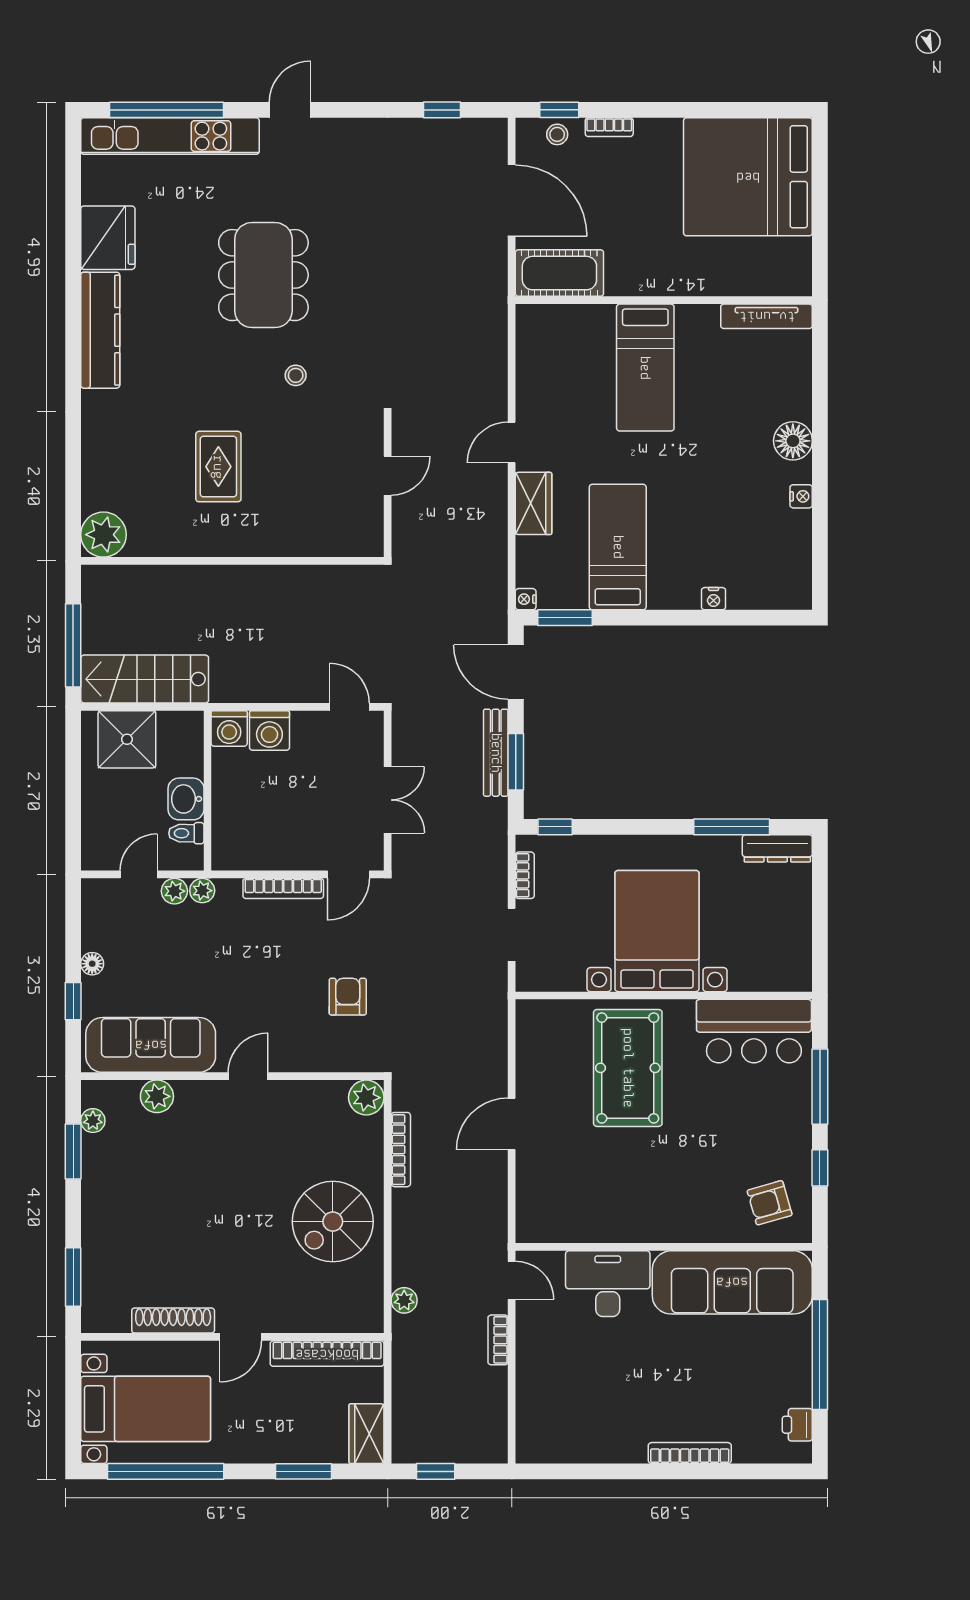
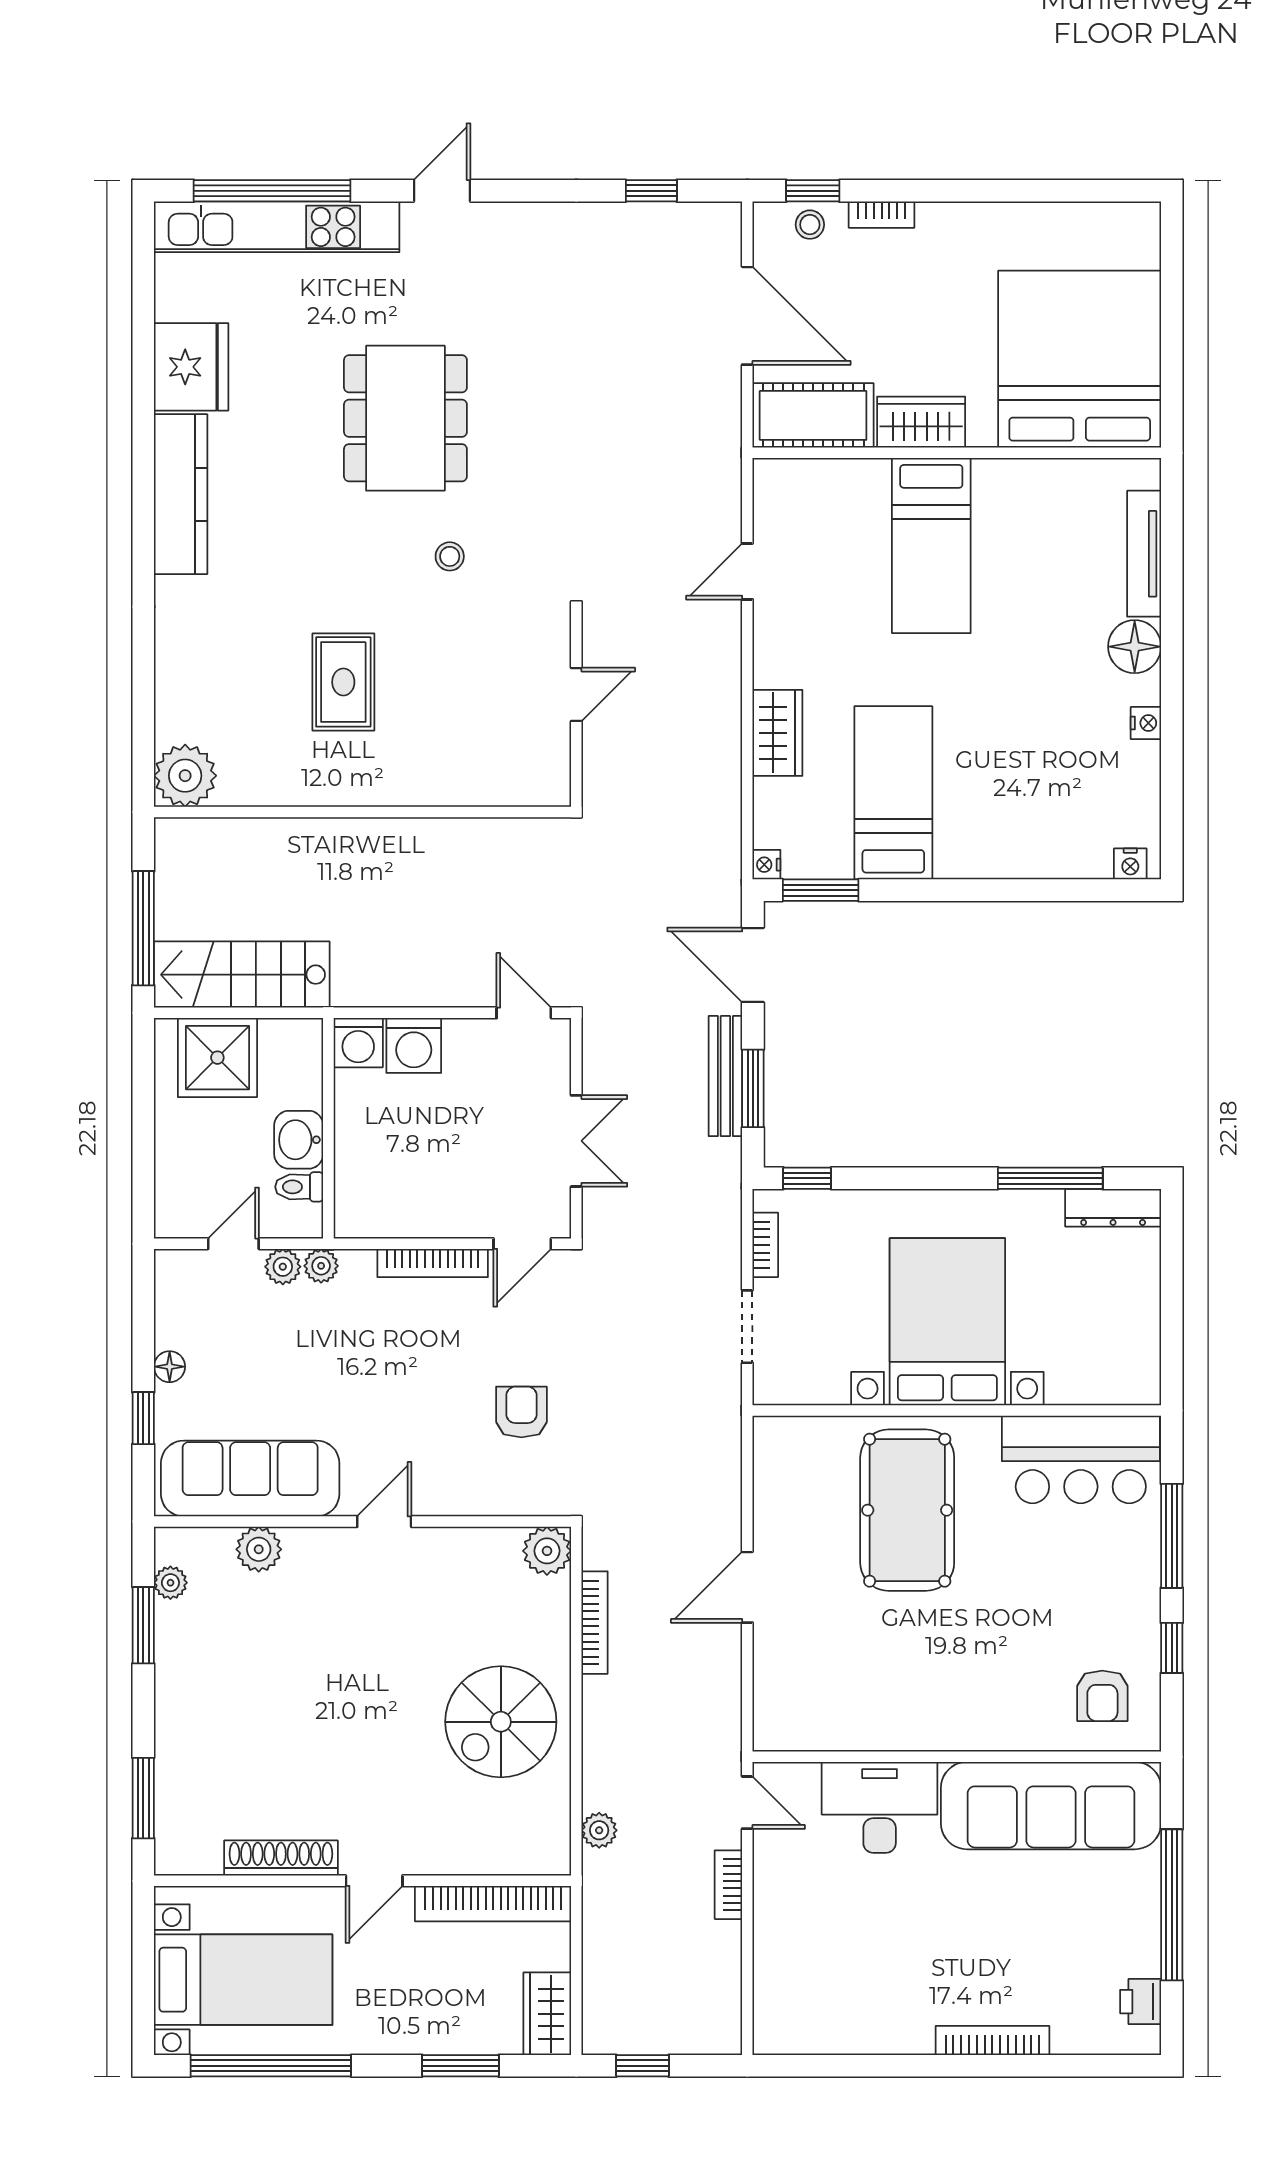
bed: (748, 177) -> (1080, 359), moved, turned 90
wardrobe: (638, 278) -> (921, 422), added
tv unit: (767, 316) -> (1144, 554), moved, turned 90
door: (512, 442) -> (747, 571), moved
nightstand: (714, 599) -> (1130, 864), moved
armchair: (770, 1203) -> (1102, 1696), turned -74

